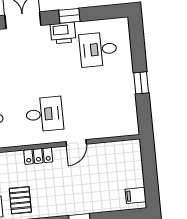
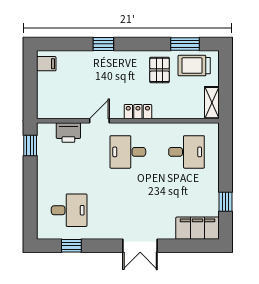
window: (69, 16) -> (71, 246), moved
printer: (63, 33) -> (68, 133), moved, turned 180
window: (141, 83) -> (30, 146), moved

